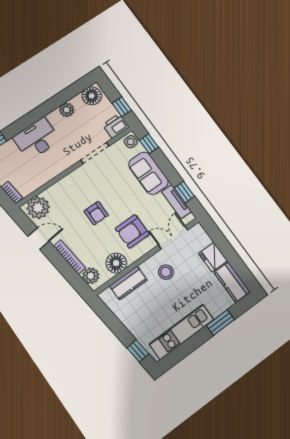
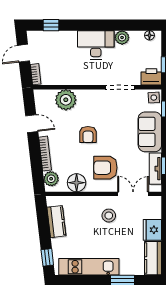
floor lamp: (92, 96) -> (149, 35), width x0.53, depth x0.53
desk: (37, 139) -> (96, 45), moved
plant: (38, 208) -> (66, 100), moved
kitchen counter: (128, 283) -> (56, 222), moved, turned -97

